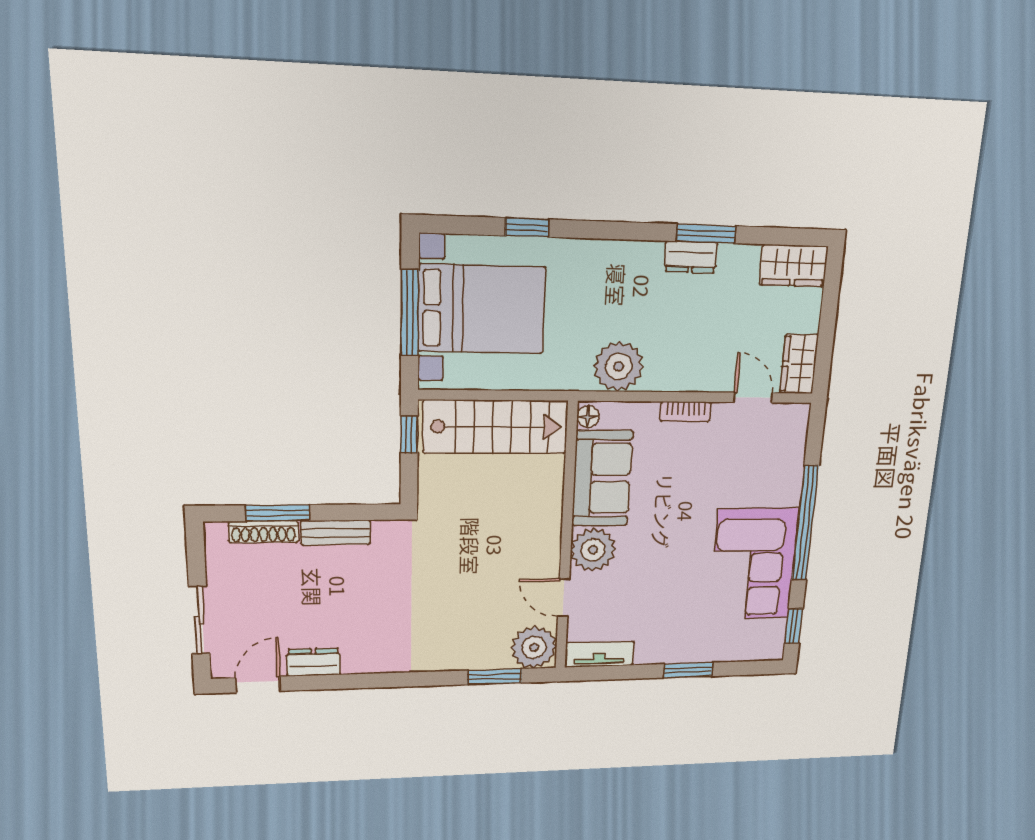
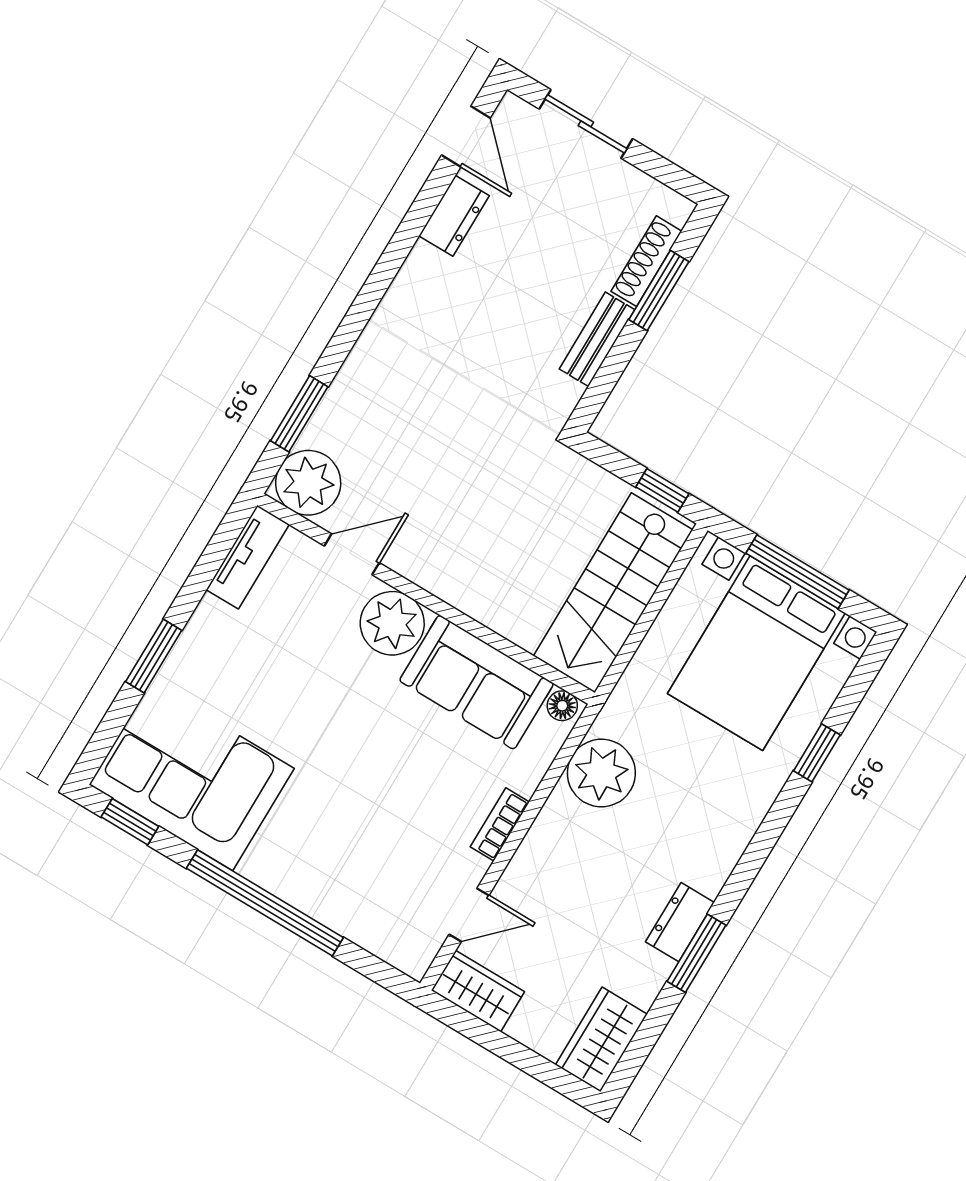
corner sofa: (754, 564) -> (192, 776), moved

